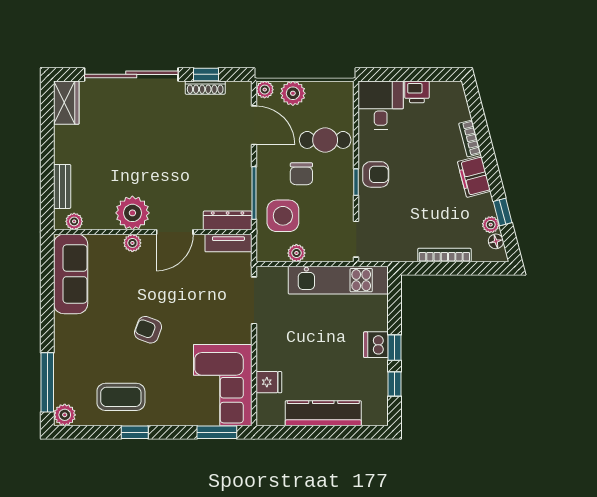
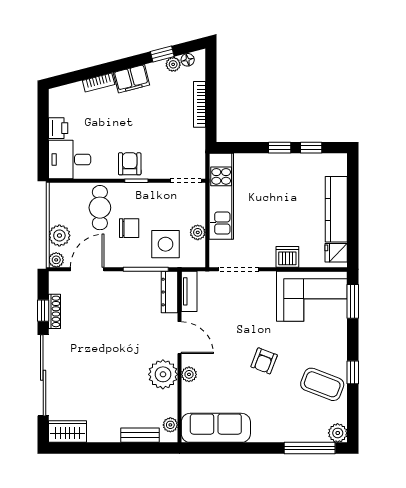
dishwasher: (376, 345) -> (287, 257), moved, turned 180
fridge: (269, 382) -> (336, 253), moved, turned -90
coffee table: (121, 397) -> (322, 384), turned -69

